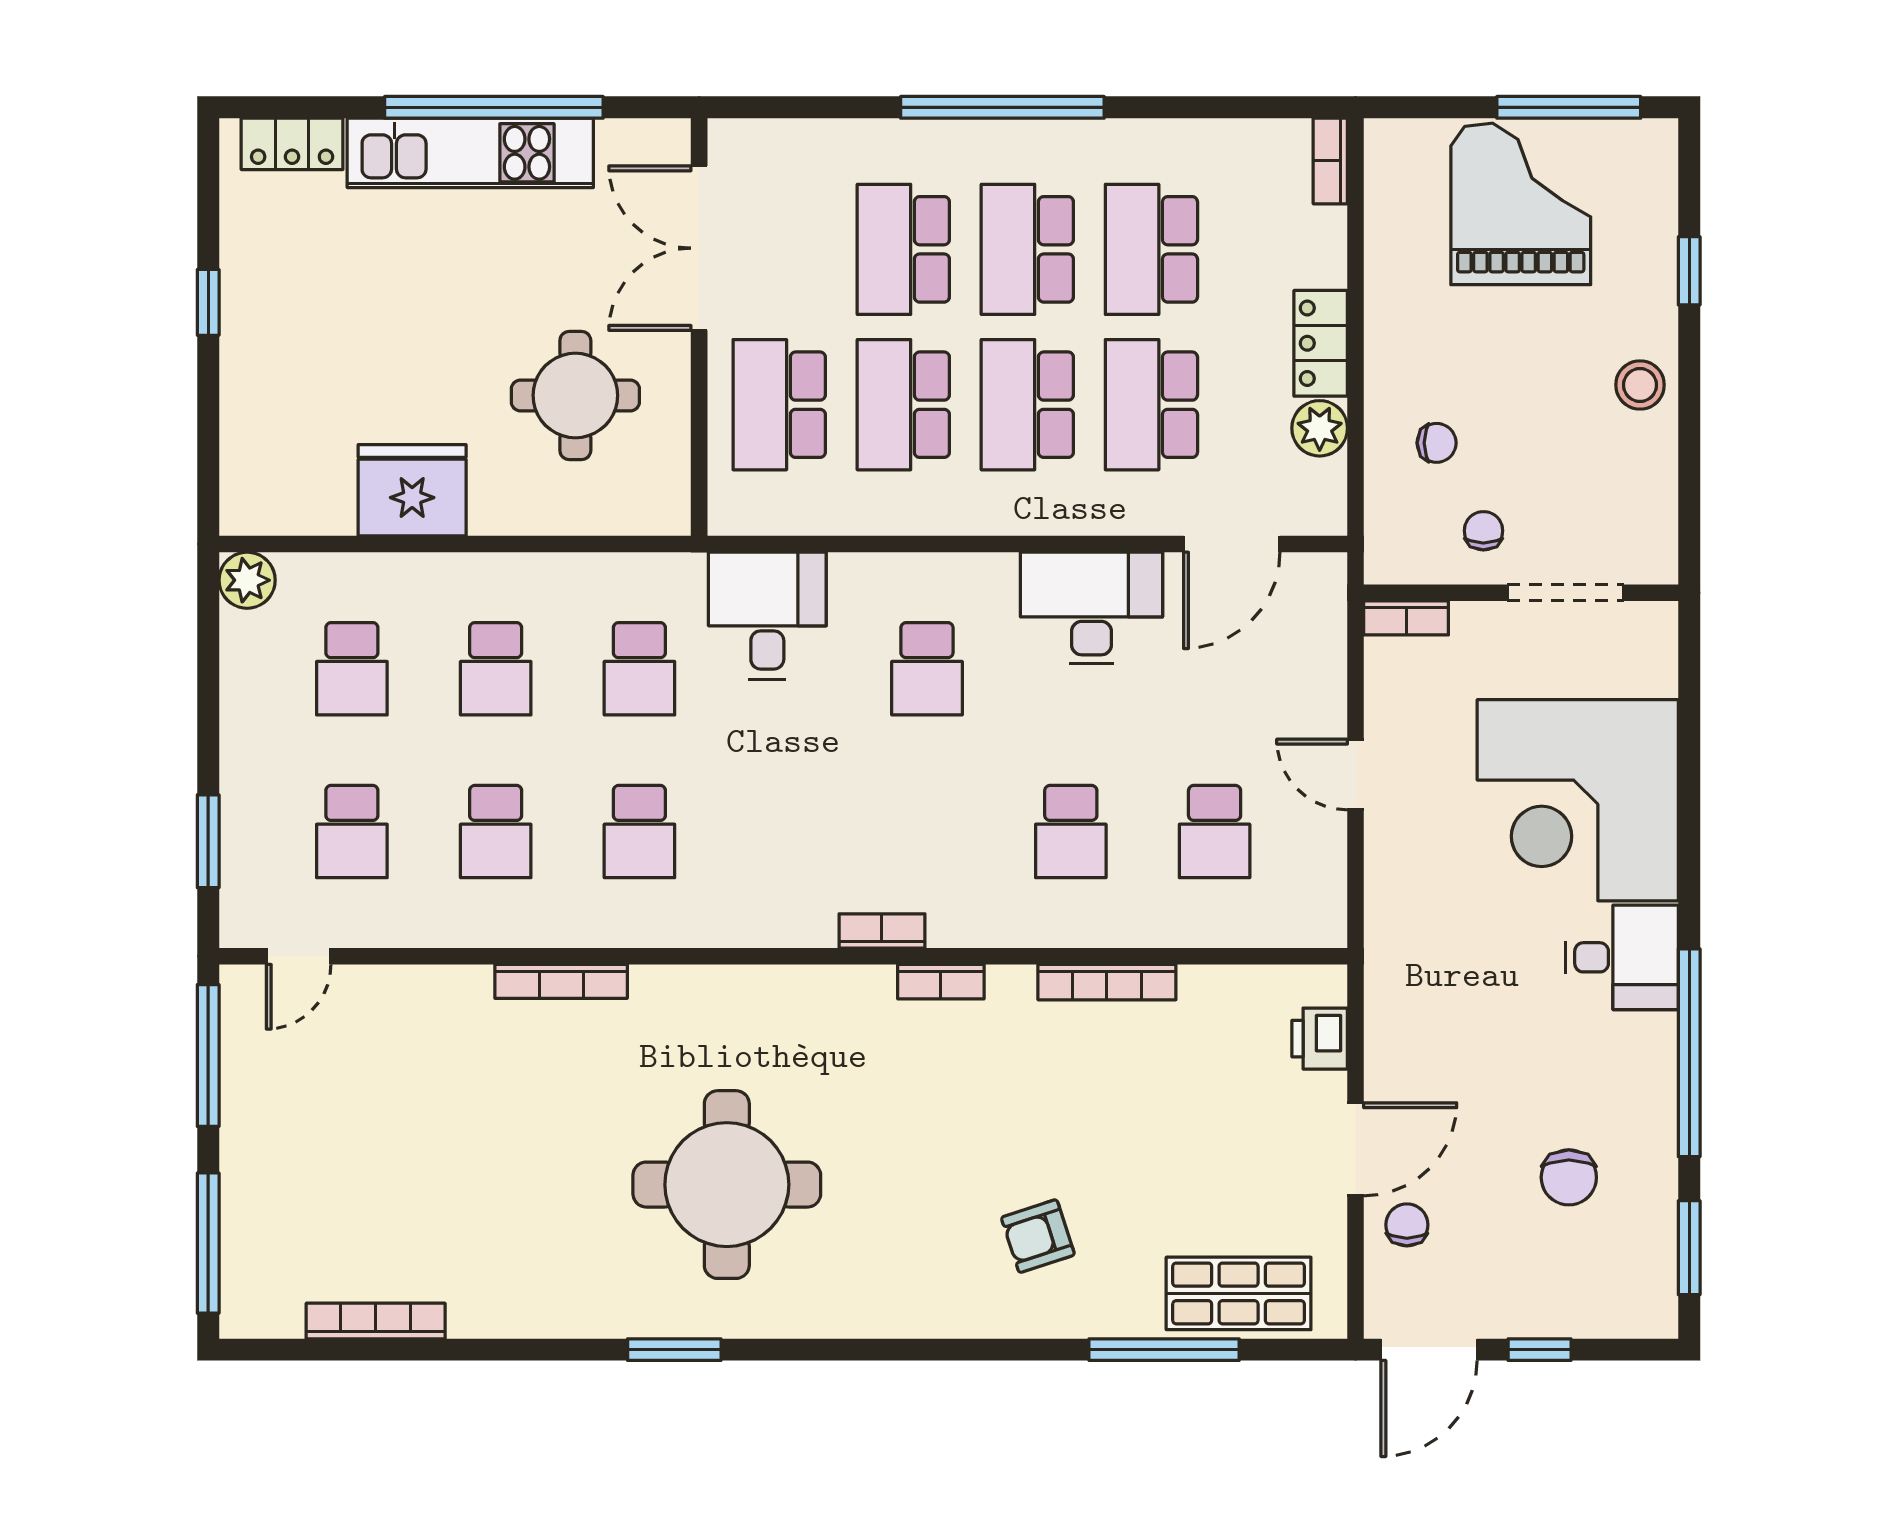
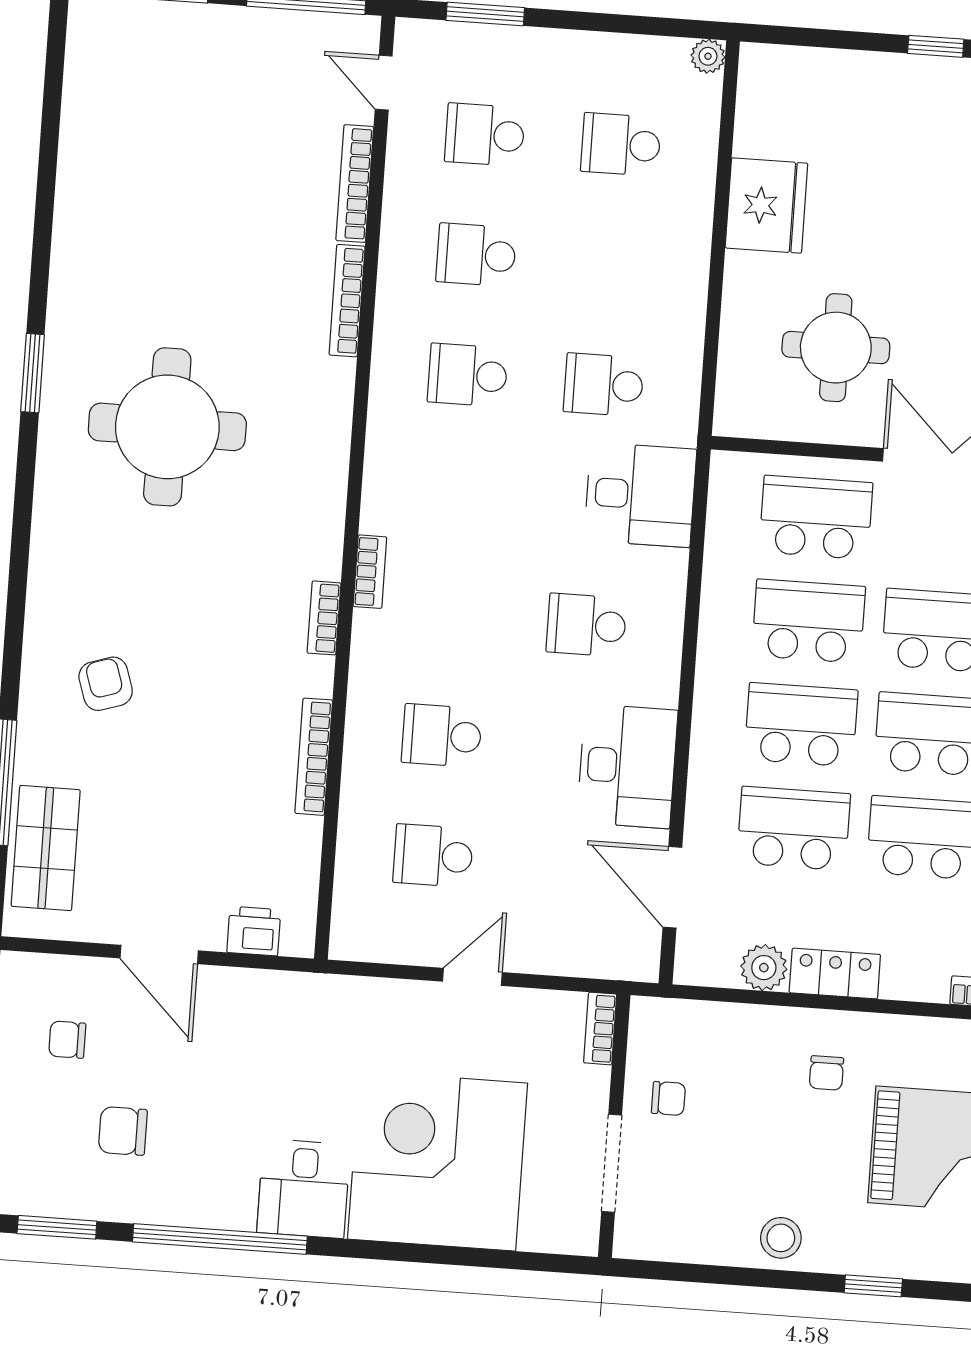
chair: (1437, 443) -> (826, 1073), moved
plant: (247, 580) -> (708, 56), width x0.73, depth x0.73
school desk: (496, 669) -> (612, 265), removed
chair: (1407, 1225) -> (67, 1040), moved, turned 180
bookcase: (376, 1321) -> (355, 184), moved, turned 180

